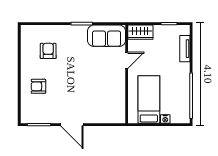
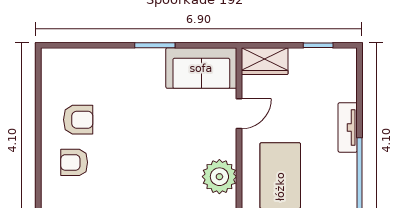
tv unit: (185, 49) -> (348, 127), moved
armchair: (48, 51) -> (78, 120), moved, turned 90
plant: (116, 94) -> (219, 177), added

